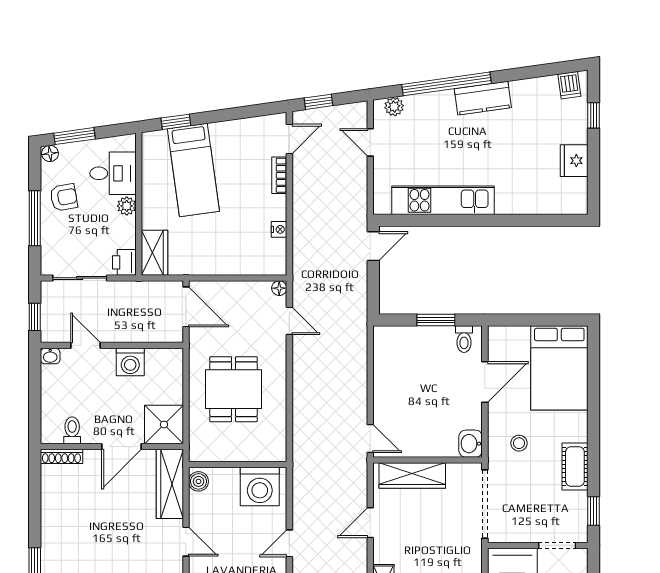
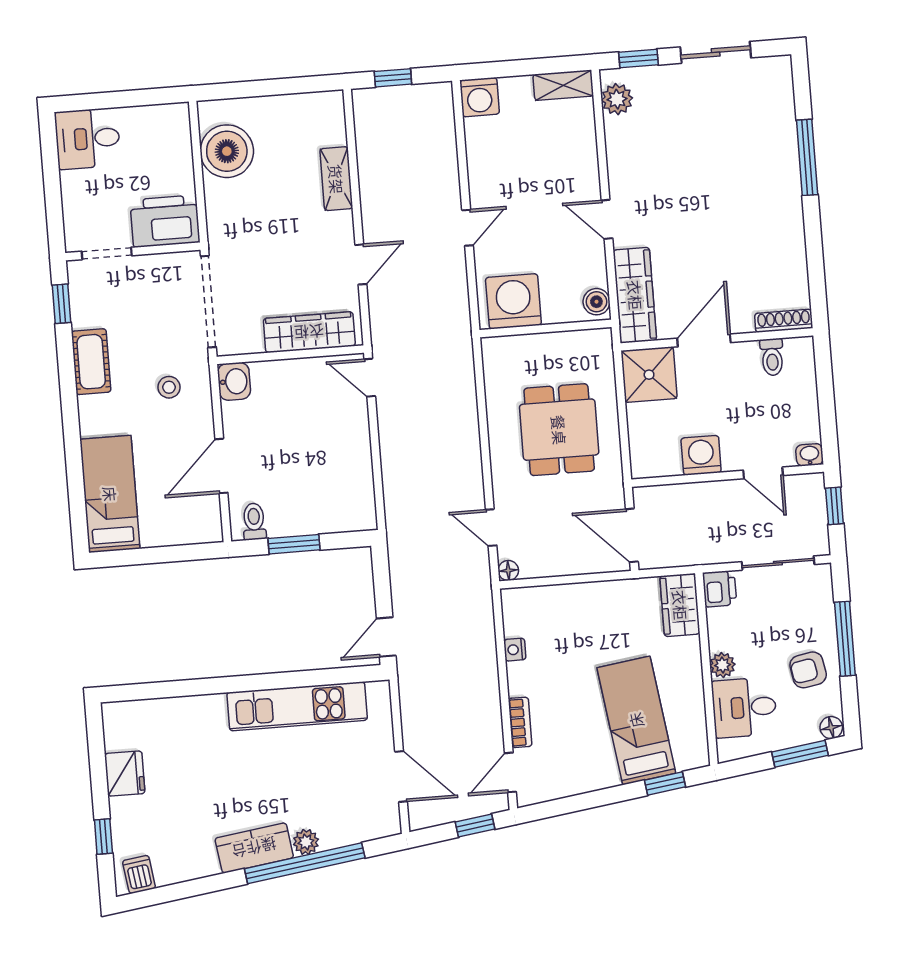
plant: (394, 107) -> (306, 842), moved
door: (370, 142) -> (401, 777), width x1.38
bed: (559, 368) -> (110, 494), width x0.67

